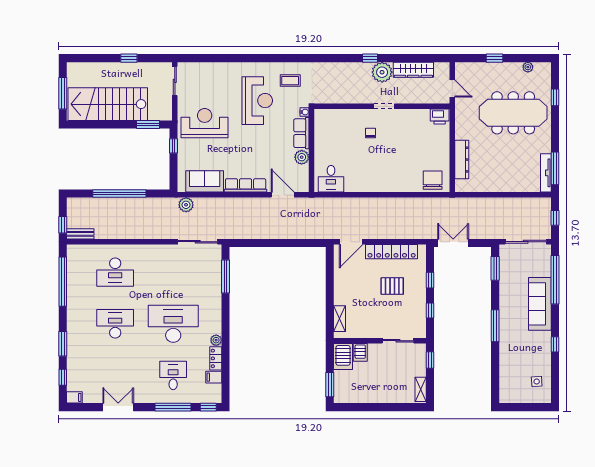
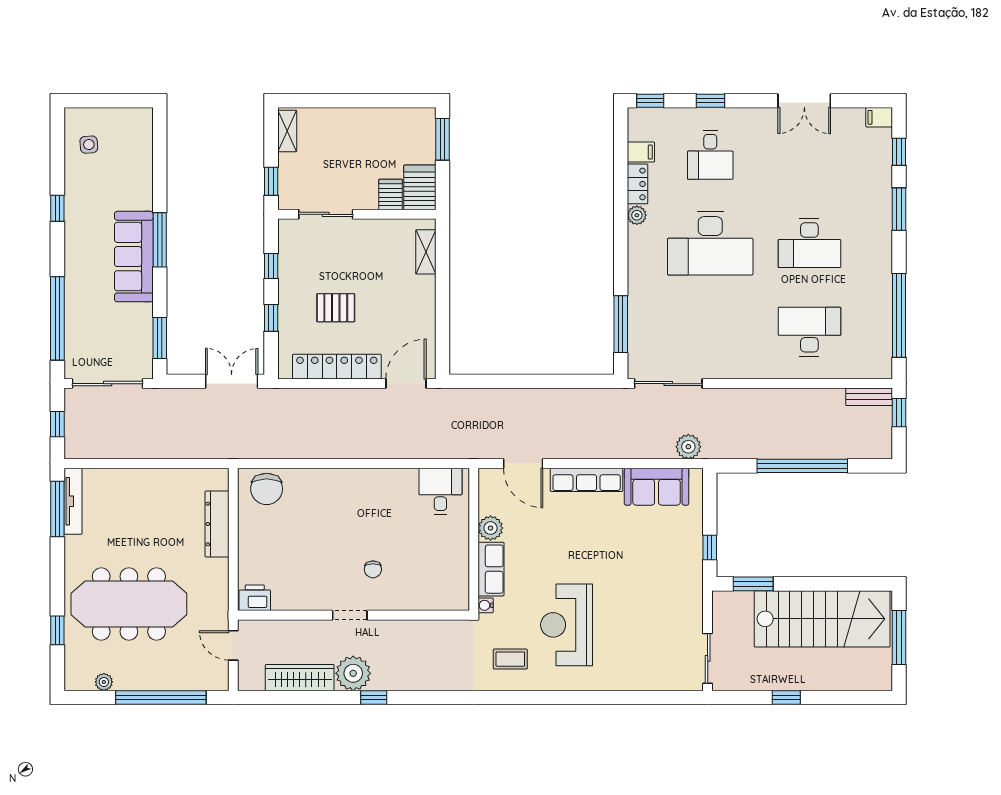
window: (495, 58) -> (161, 697), width x3.17
reception desk: (205, 123) -> (657, 586), removed
double door: (453, 243) -> (232, 381), swing flipped
sofa: (540, 304) -> (134, 257), moved, turned 180
window: (173, 407) -> (711, 101), width x0.46

